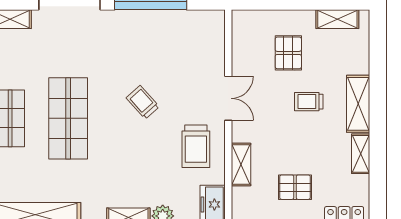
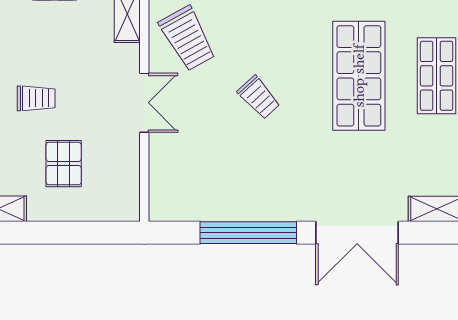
double door: (228, 98) -> (144, 103), swing flipped
trolley: (196, 146) -> (188, 38), turned 151

